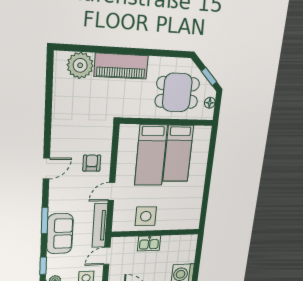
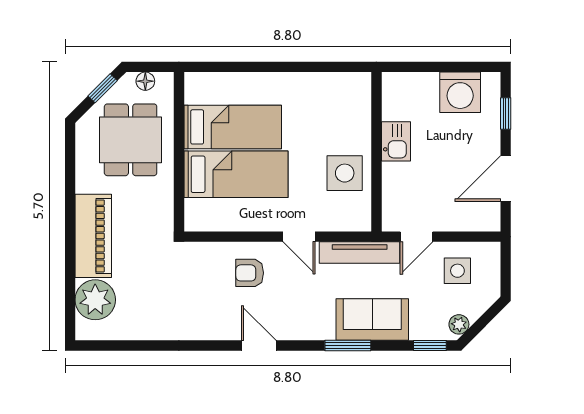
kitchen sink: (149, 243) -> (396, 141), moved
door: (107, 256) -> (417, 237), hinge flipped

